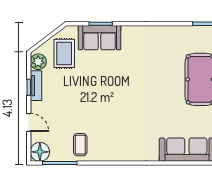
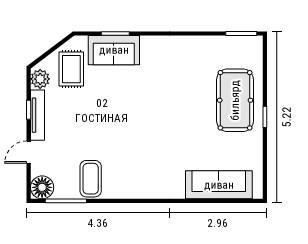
tv unit: (36, 86) -> (37, 115), width x1.41
door: (29, 123) -> (29, 152), swing flipped
coffee table: (80, 145) -> (91, 179), width x1.36, depth x1.30

